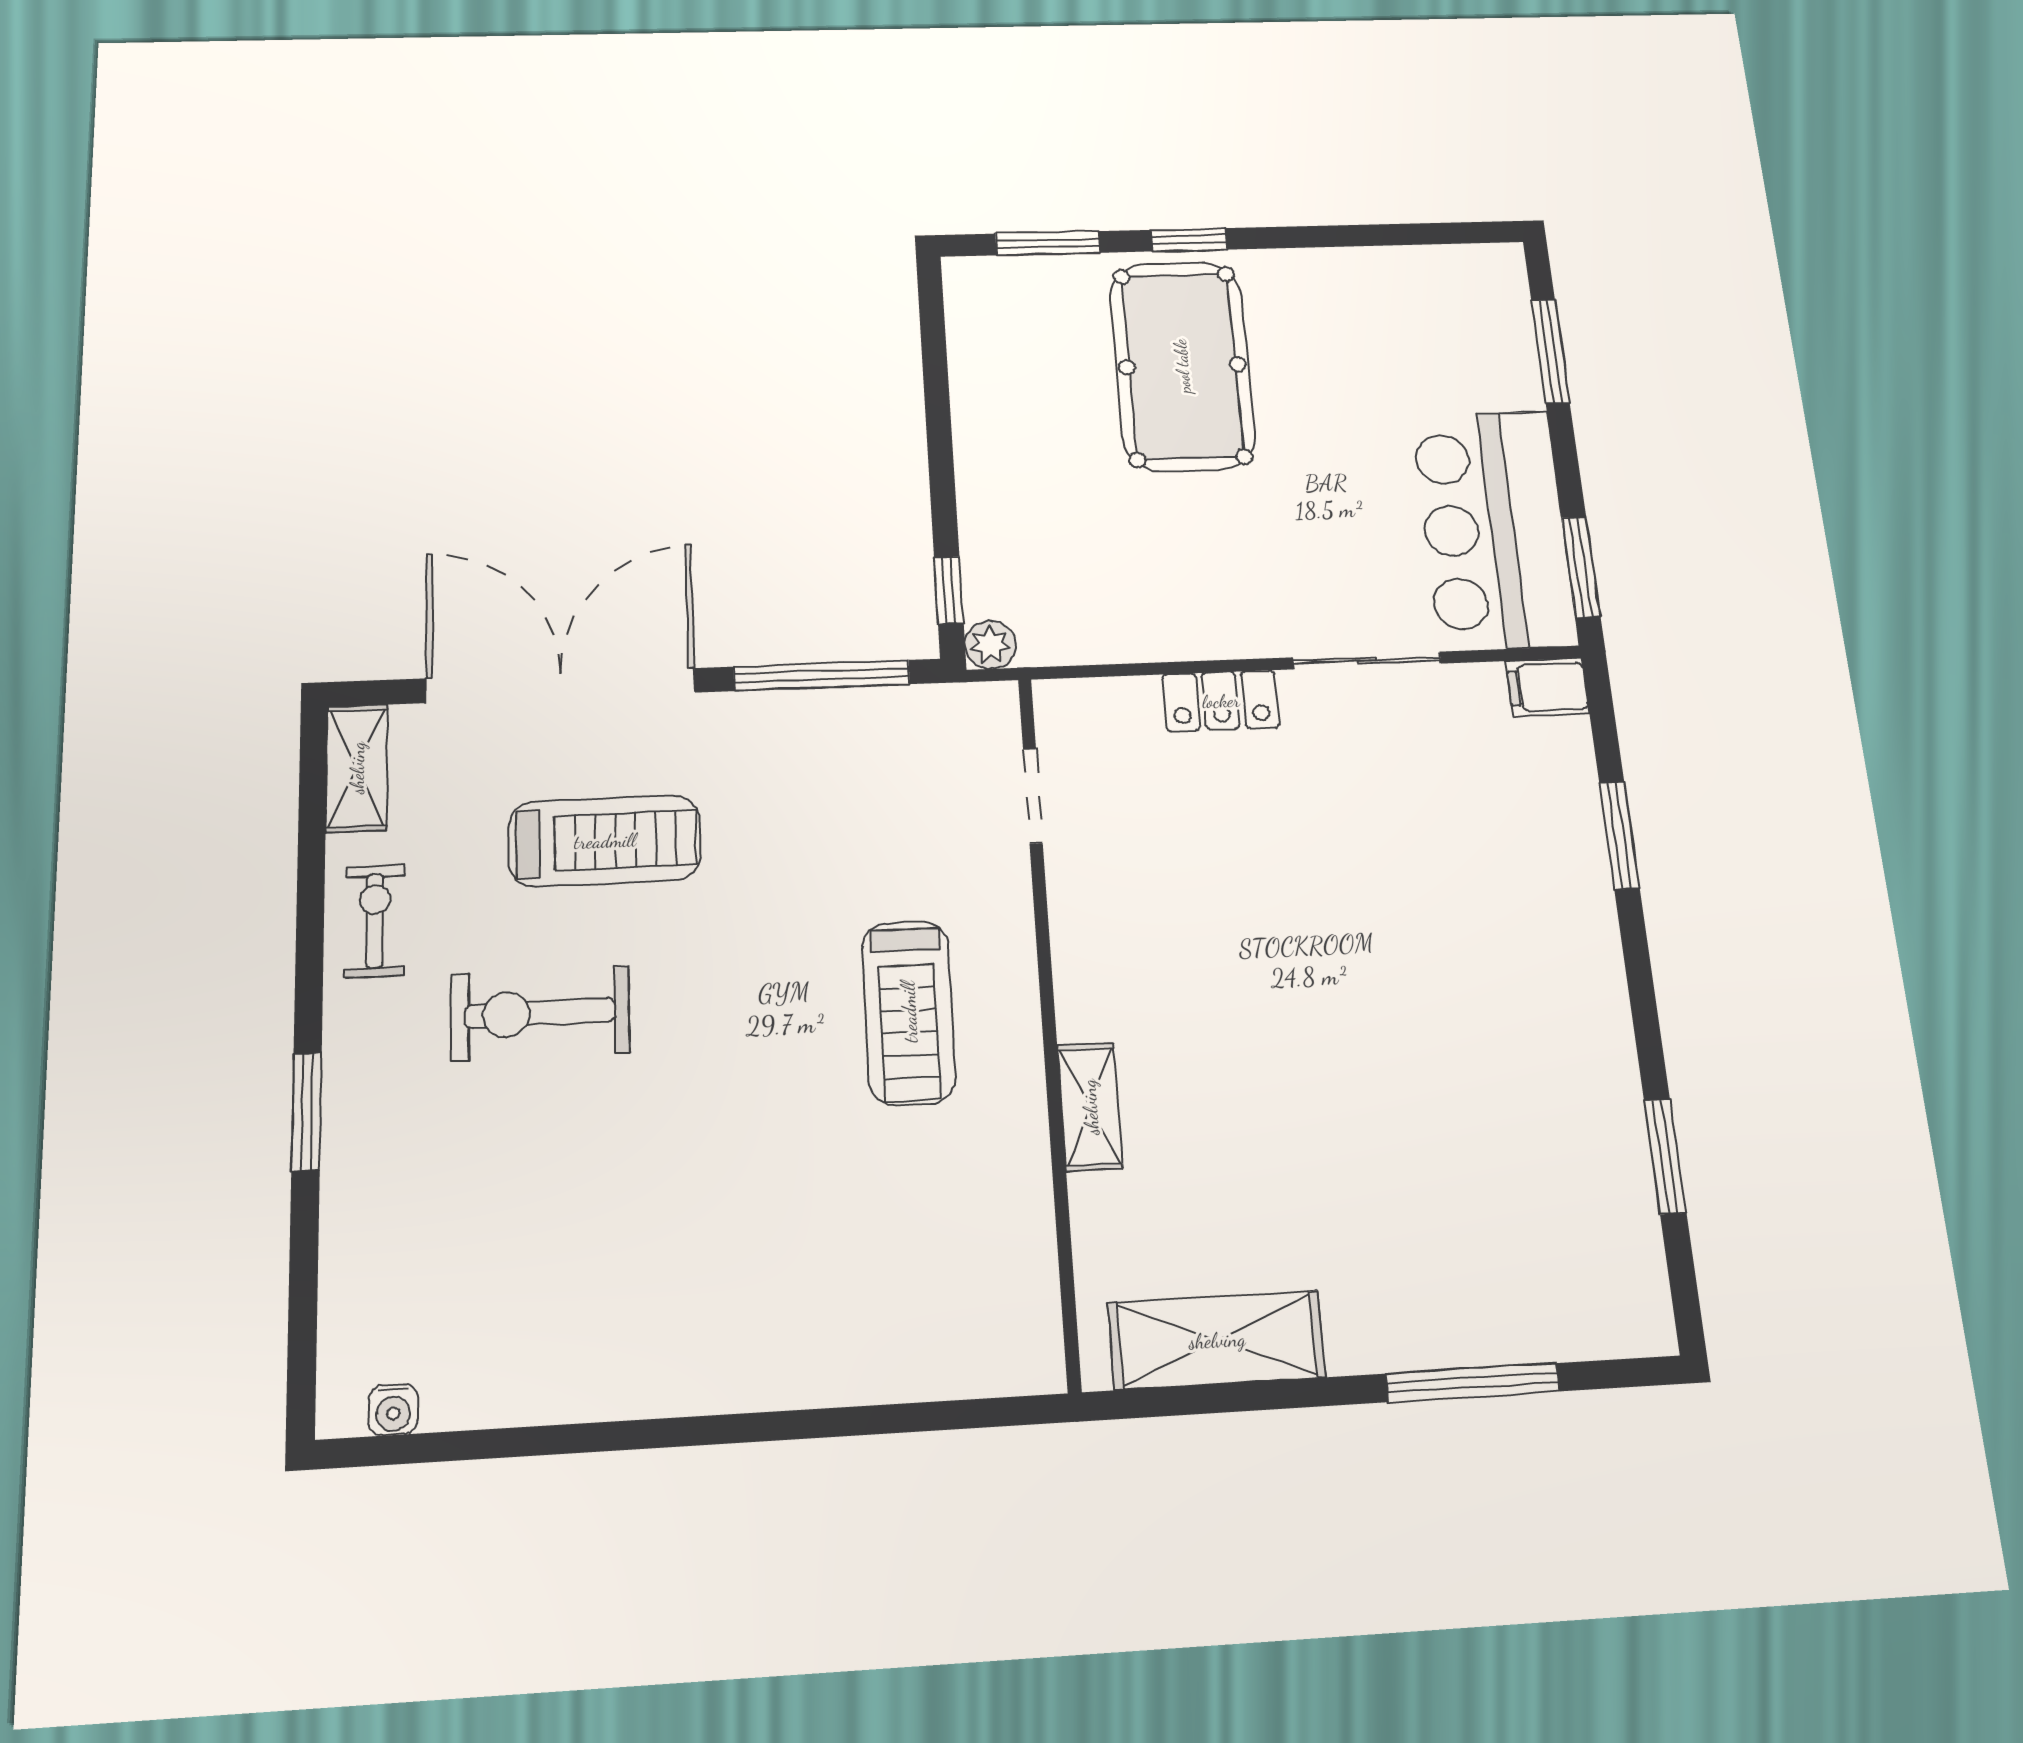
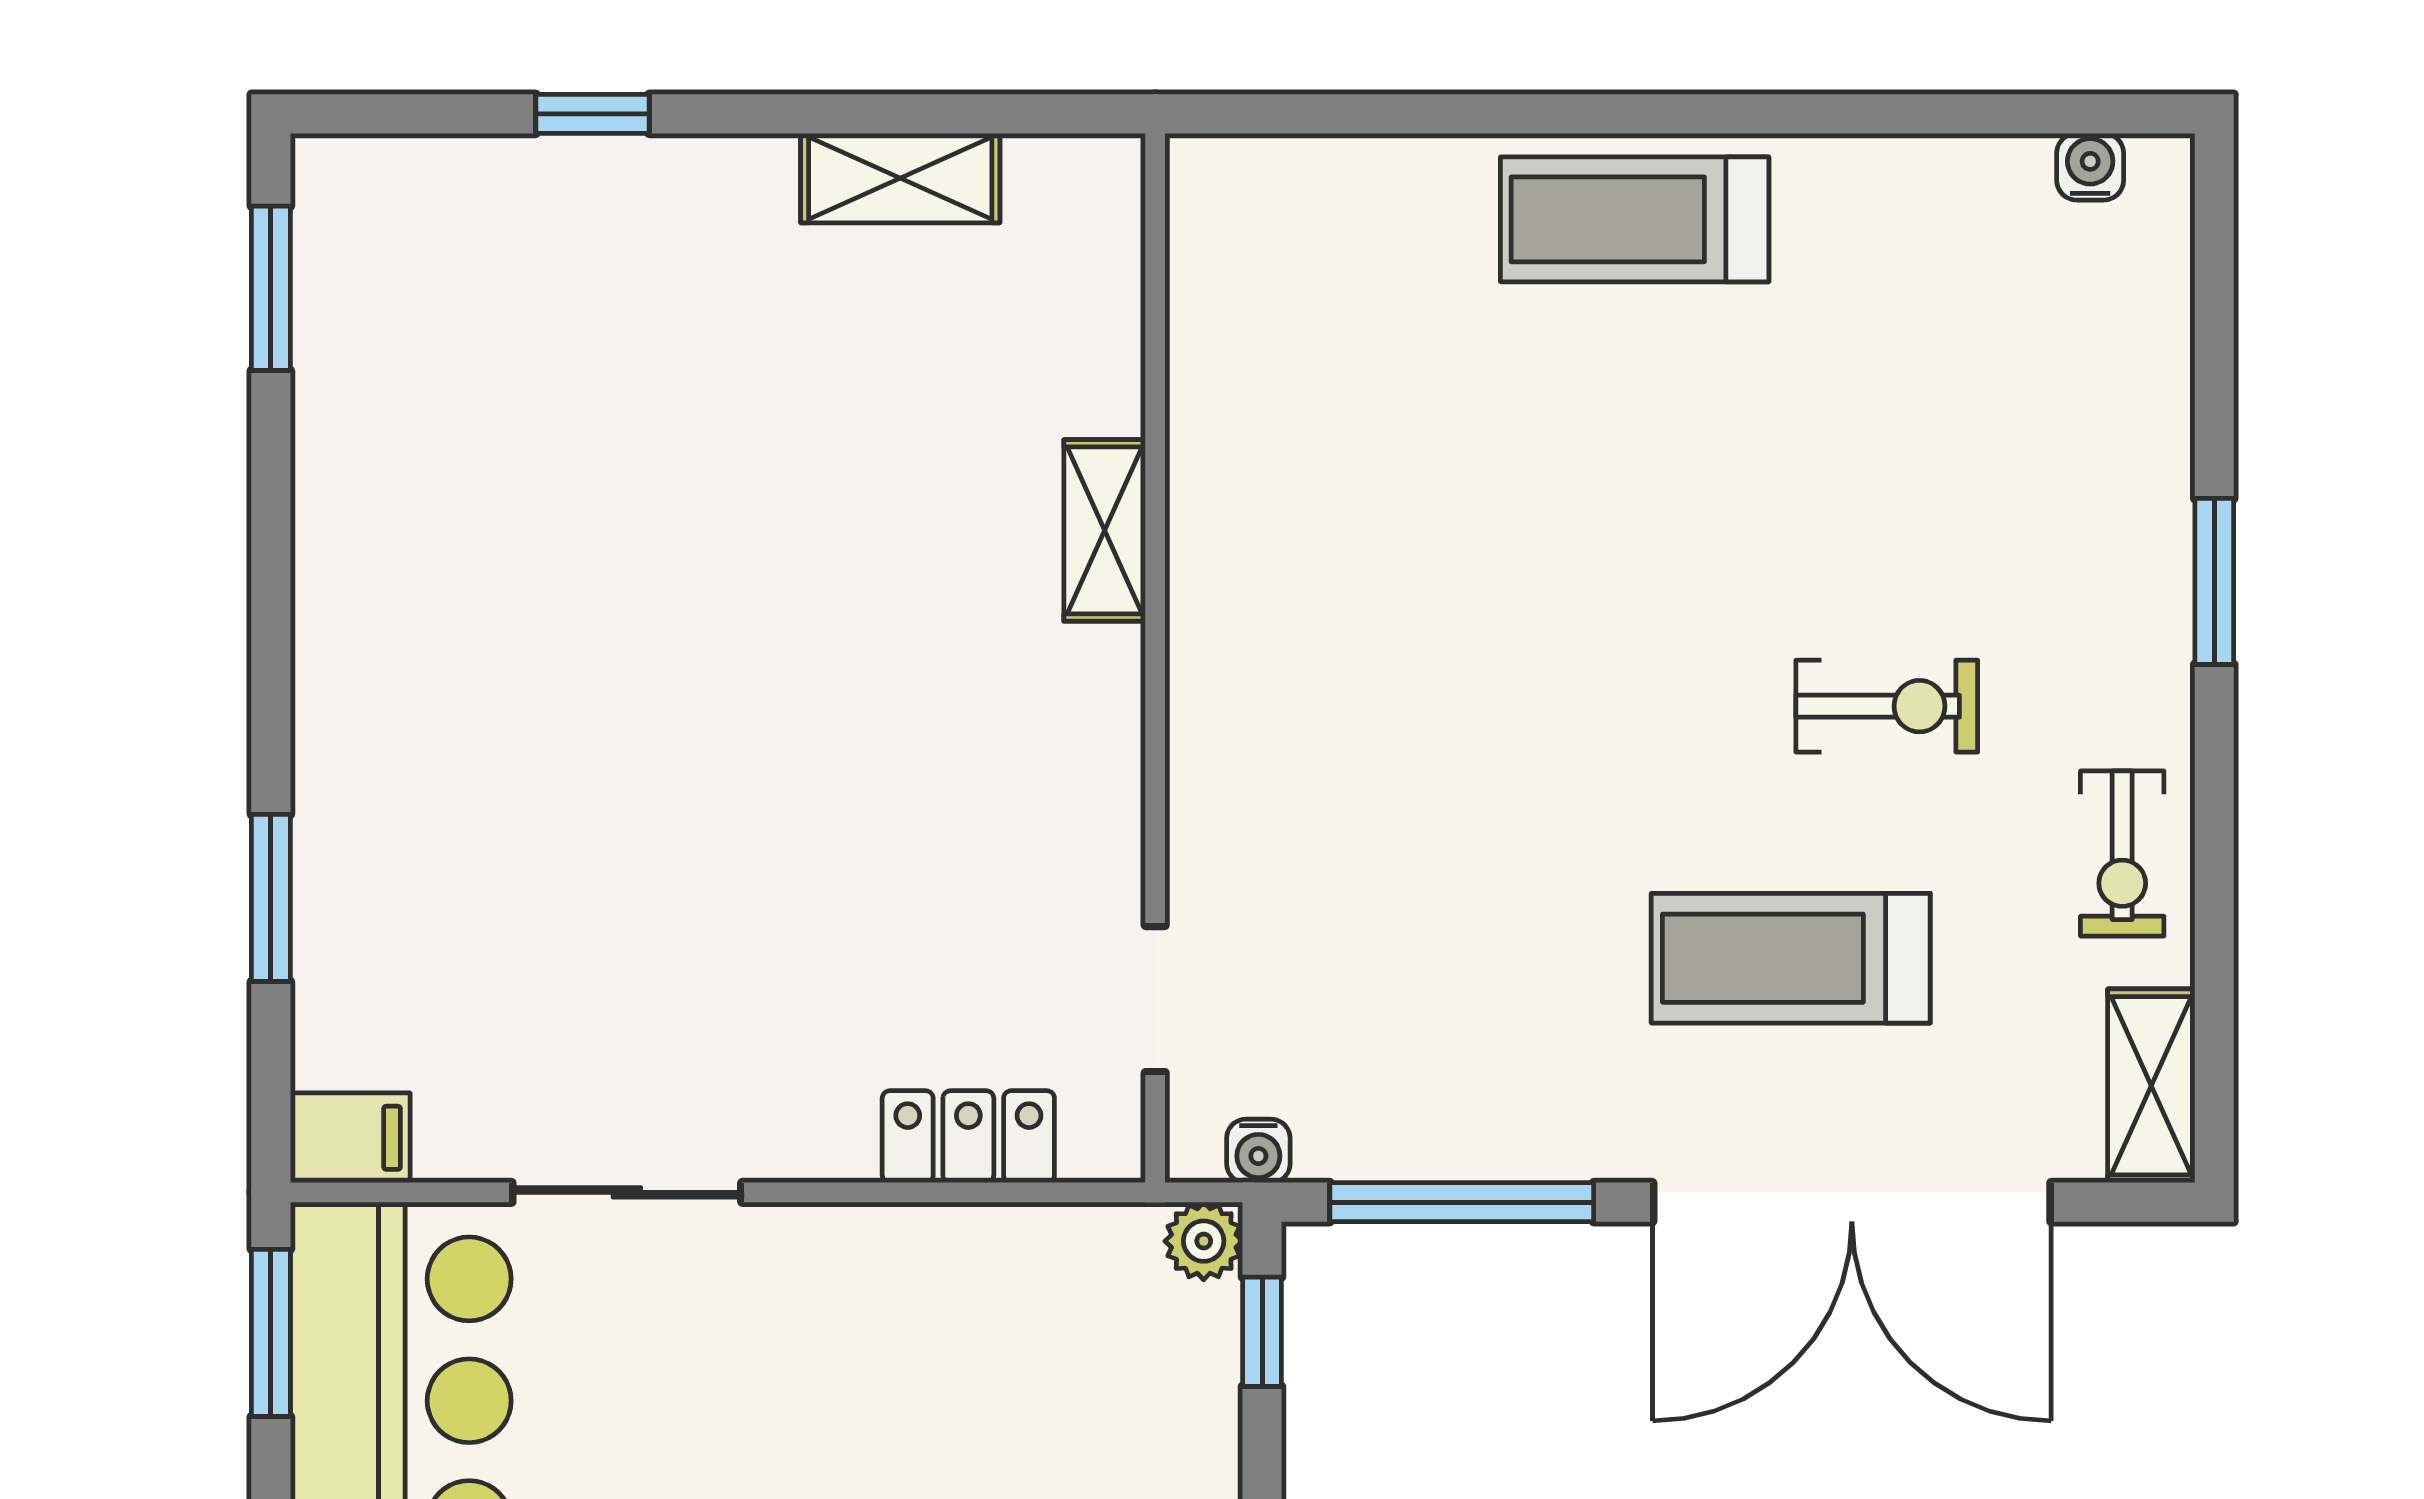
locker: (1221, 701) -> (968, 1137), moved
water cooler: (958, 702) -> (1258, 1151), added
treadmill: (909, 1012) -> (1635, 219), moved, turned -90
exercise bike: (540, 1013) -> (1887, 706), width x0.73, depth x0.72
window: (1665, 1157) -> (271, 288), moved
shelving: (1217, 1340) -> (900, 178), width x0.67, depth x0.75
window: (1473, 1383) -> (592, 114), width x0.46

